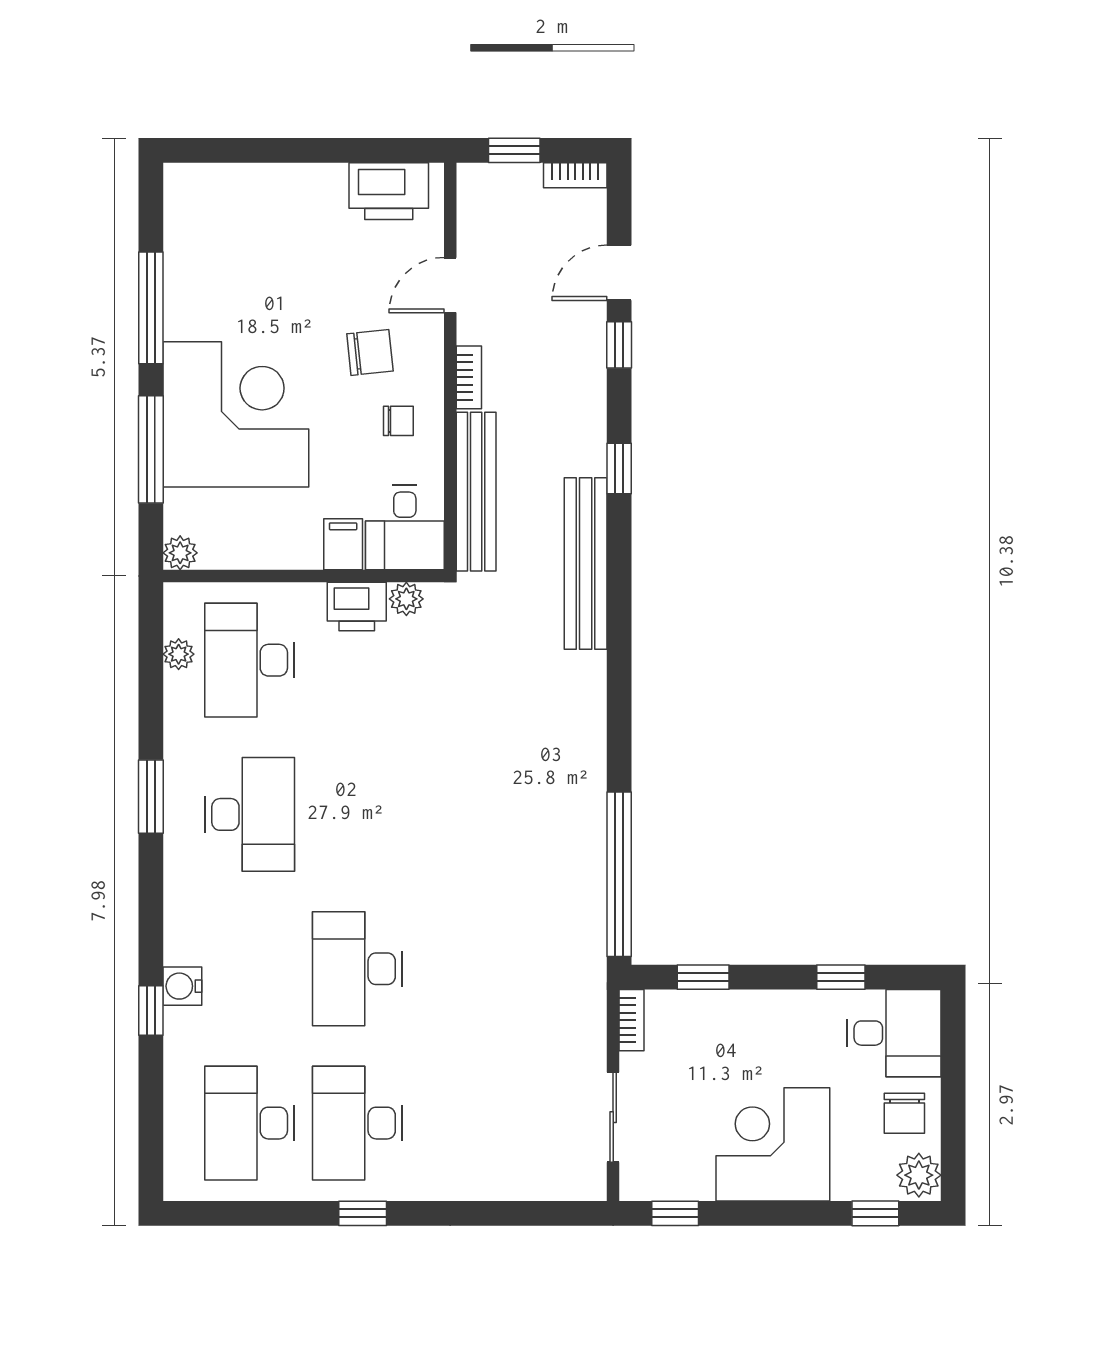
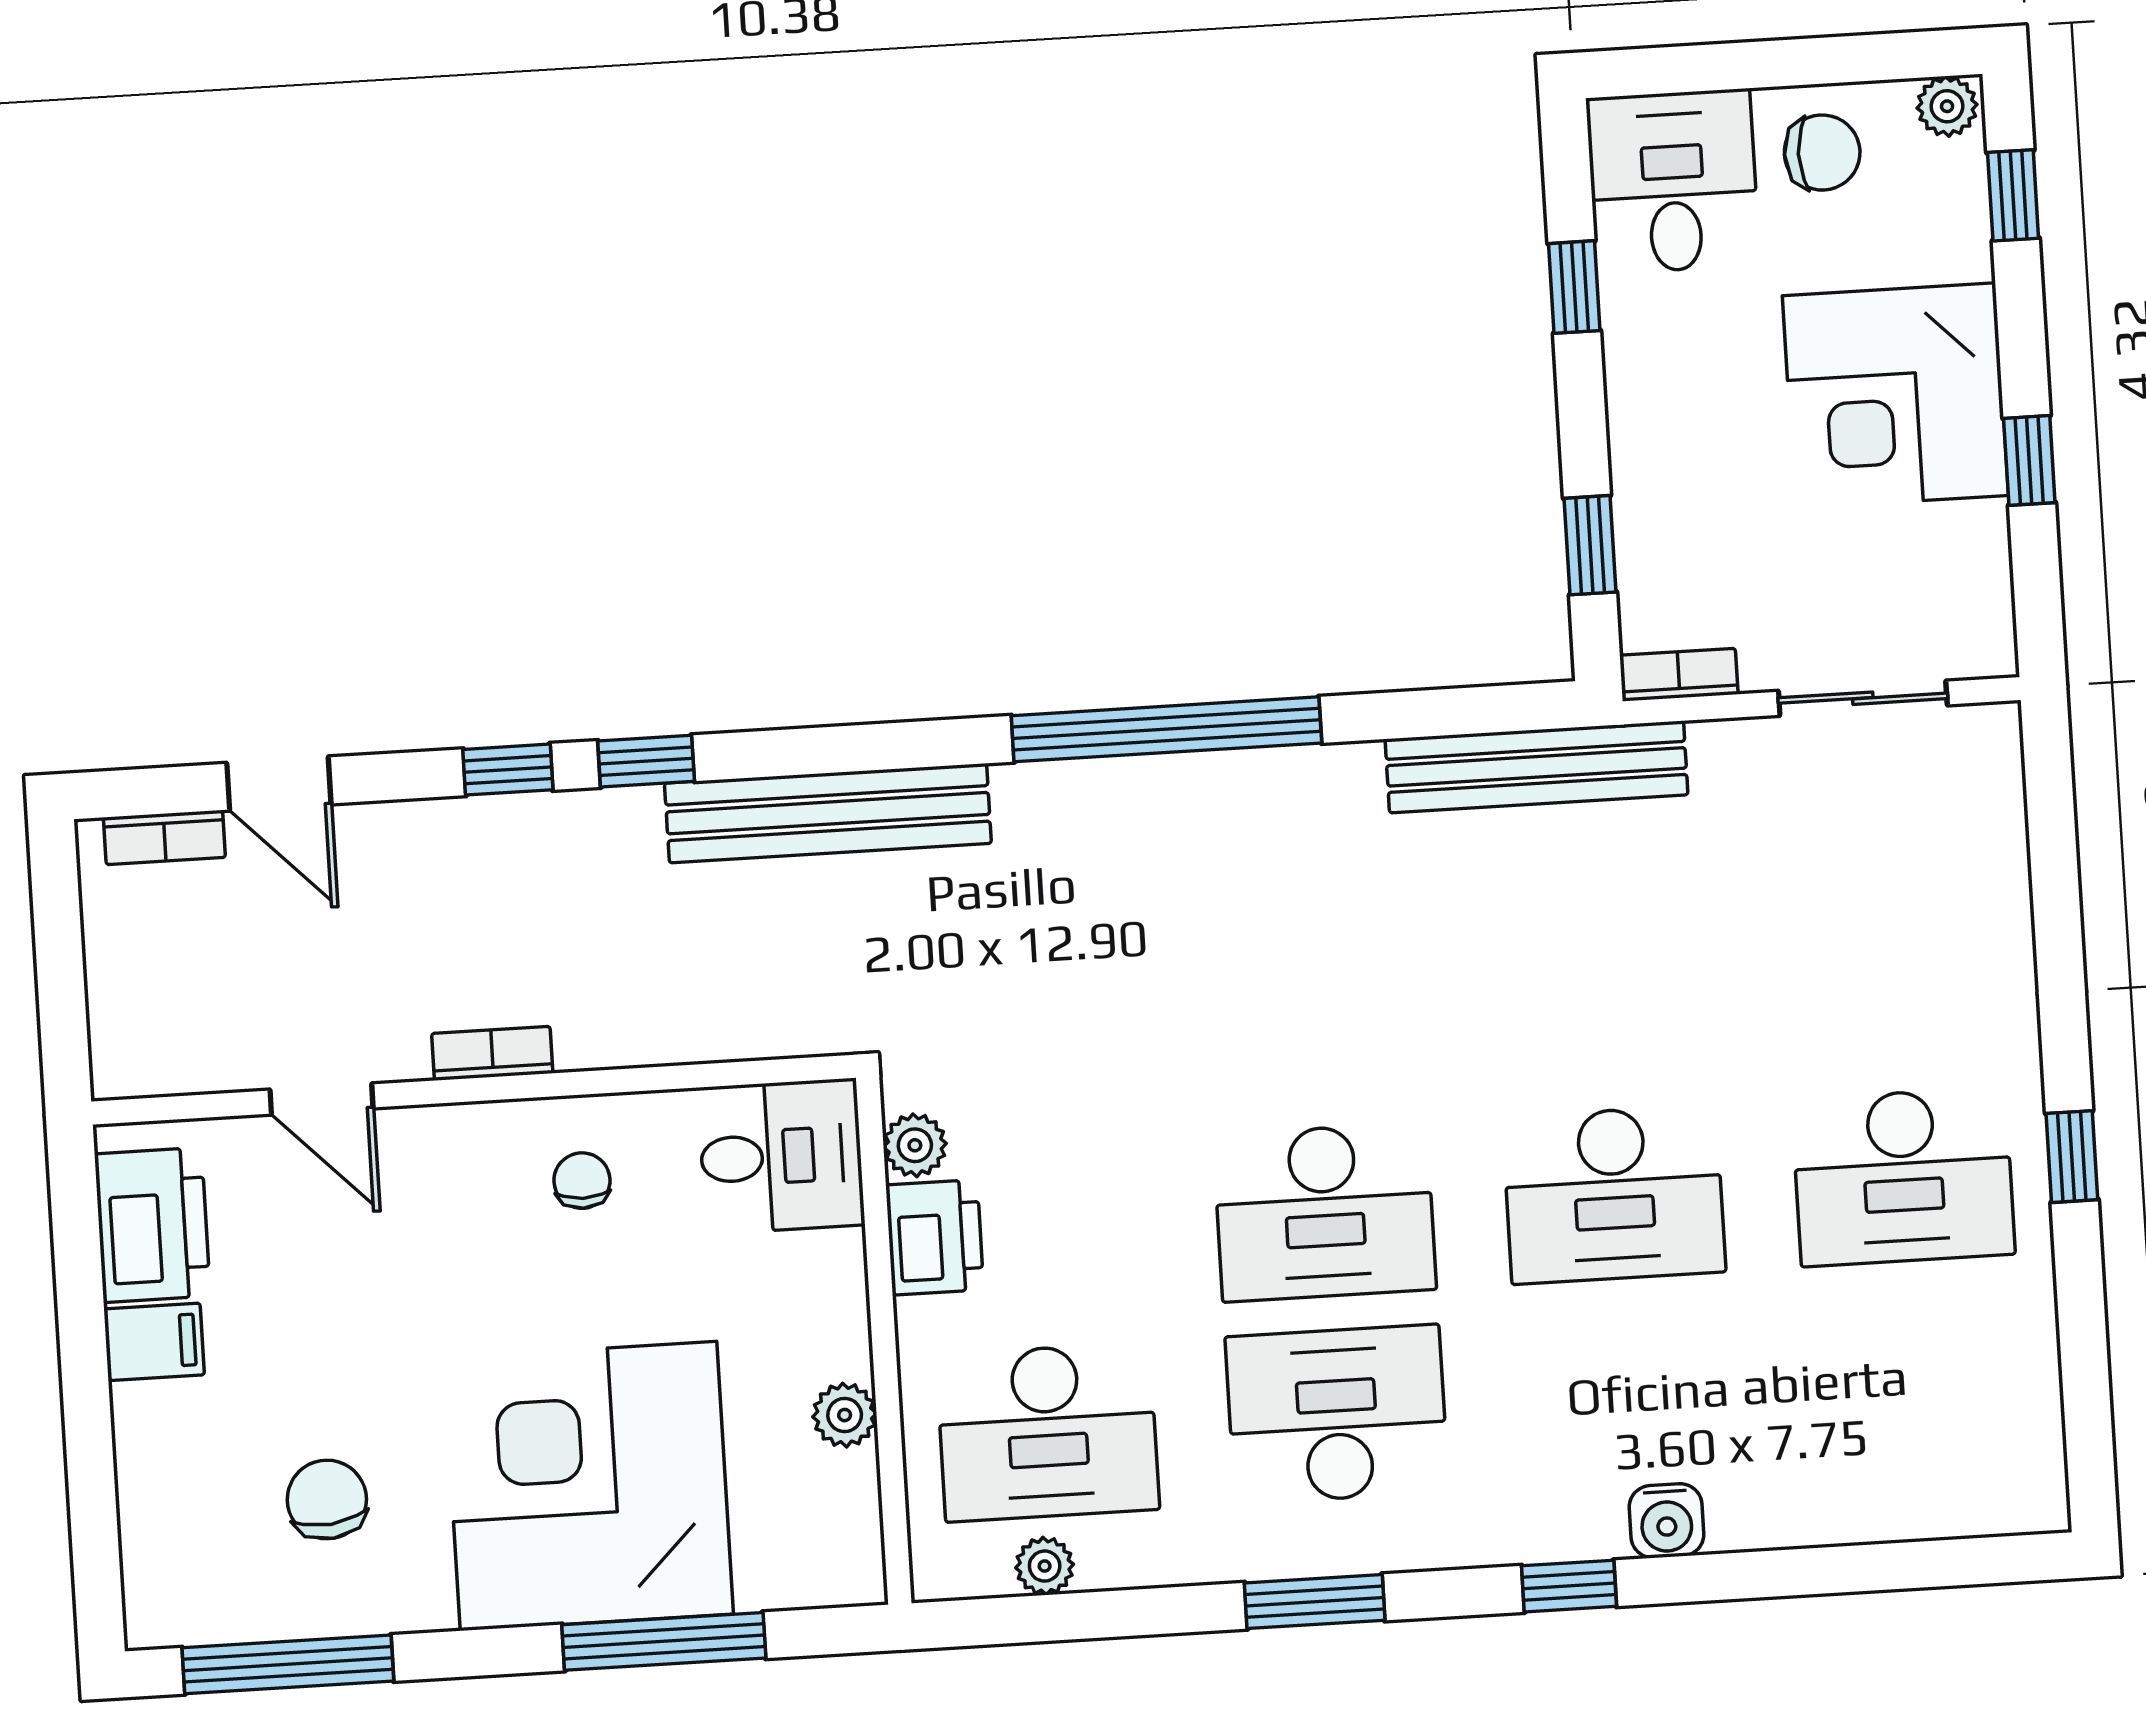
window: (514, 150) -> (62, 994), removed
bookcase: (575, 175) -> (164, 837), moved, turned 90
window: (151, 308) -> (288, 1664), moved
window: (619, 345) -> (508, 770), moved
chair: (370, 352) -> (327, 1500), moved
bench: (476, 492) -> (1537, 767), moved
filing cabinet: (343, 544) -> (154, 1342), moved, turned 180
plant: (180, 553) -> (845, 1415), moved
window: (619, 874) -> (1166, 729), moved
window: (151, 1011) -> (1569, 1586), moved
desk: (250, 1123) -> (1325, 1212), moved
plant: (919, 1175) -> (1947, 106), width x0.73, depth x0.73
window: (675, 1213) -> (2029, 460), moved

